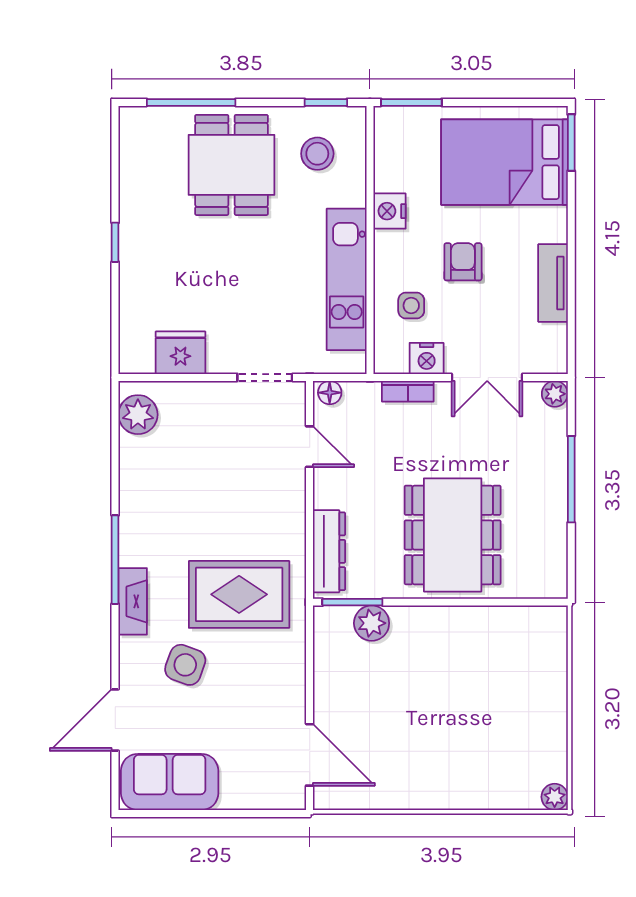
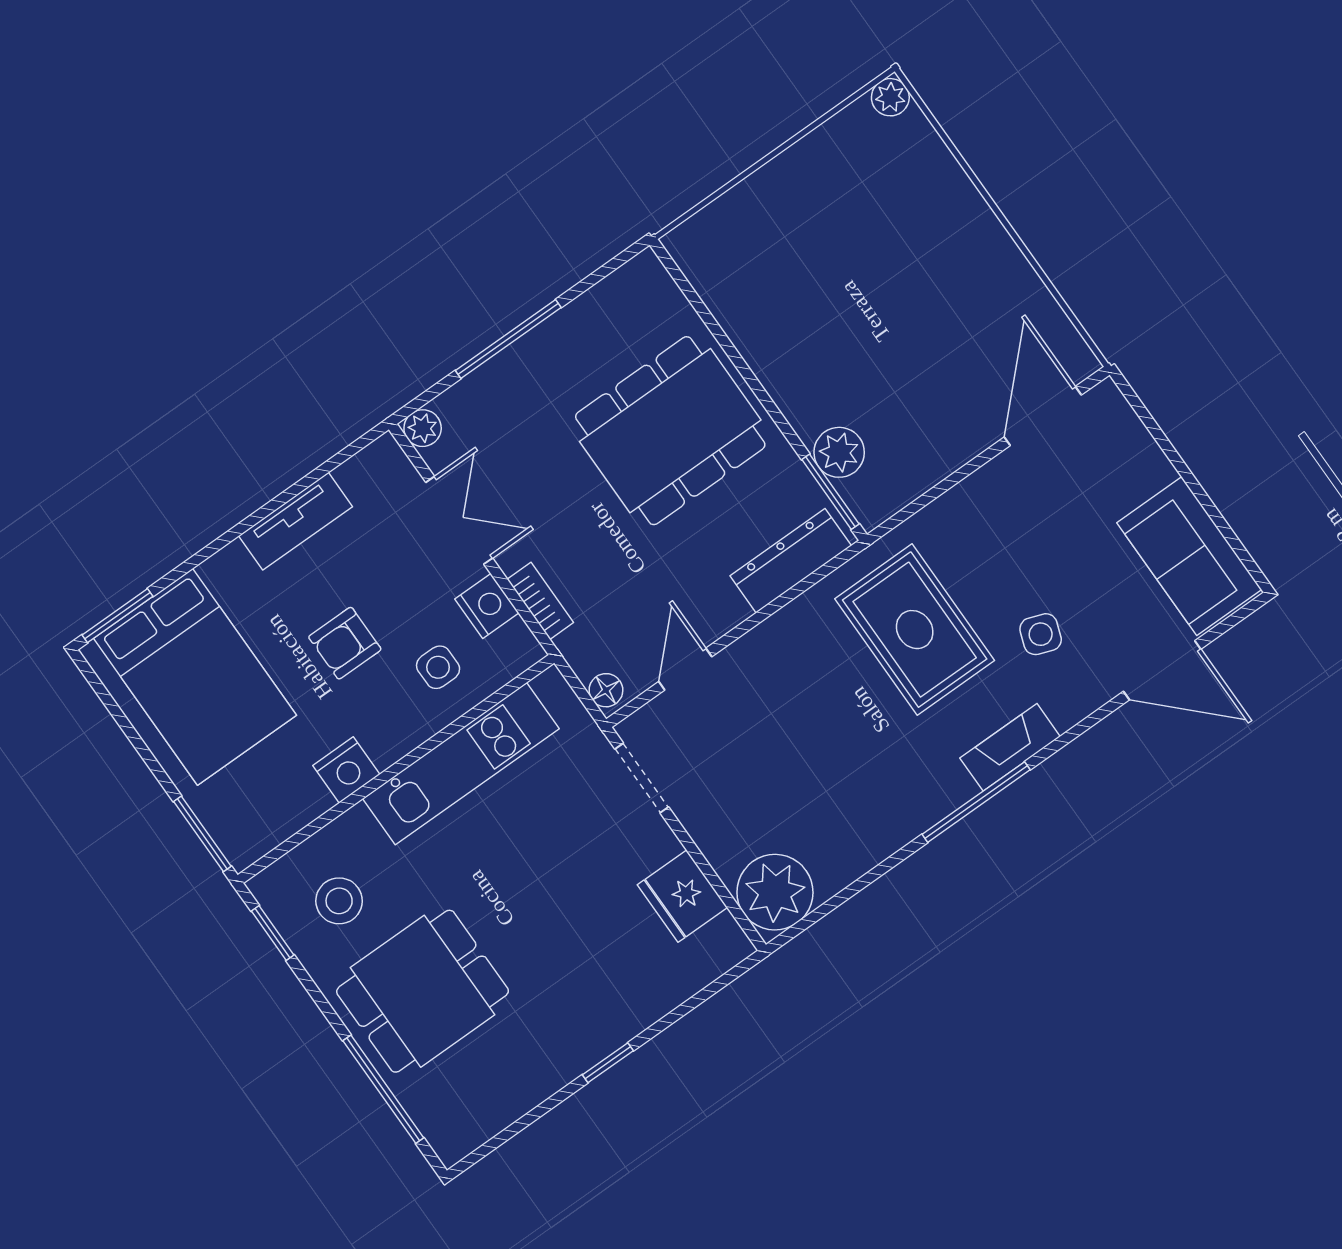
plant: (138, 415) -> (775, 892), width x1.36, depth x1.36
side table: (185, 665) -> (1041, 634), width x0.73, depth x0.73

